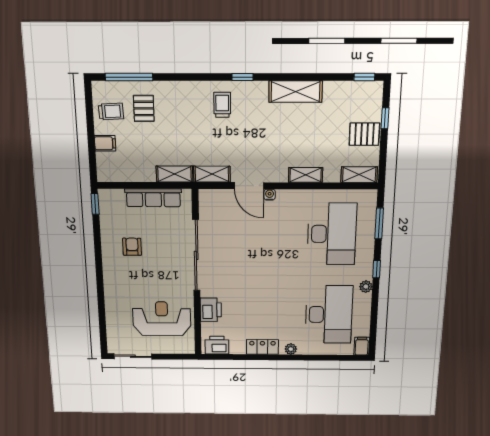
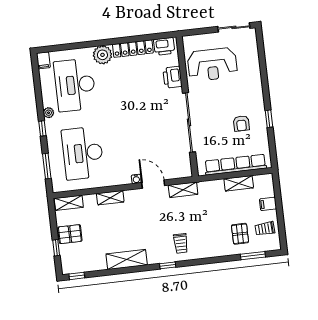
window: (129, 77) -> (253, 256), width x0.69
shelving: (175, 174) -> (239, 183), moved
row of seats: (153, 198) -> (235, 165), width x1.36
window: (95, 204) -> (269, 119), moved
locker: (262, 347) -> (133, 49), width x1.53
plant: (291, 349) -> (102, 55), width x1.87, depth x1.87

